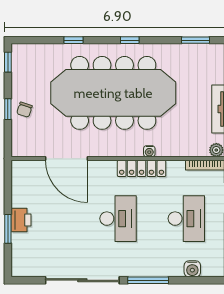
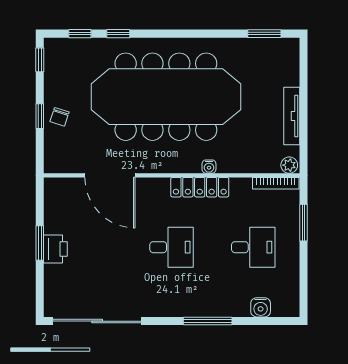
window: (130, 40) -> (80, 34), moved
desk: (118, 219) -> (172, 247), width x0.73
desk: (186, 219) -> (253, 247), width x0.73
window: (8, 229) -> (40, 243), moved
sliding door: (82, 280) -> (97, 321), moved

